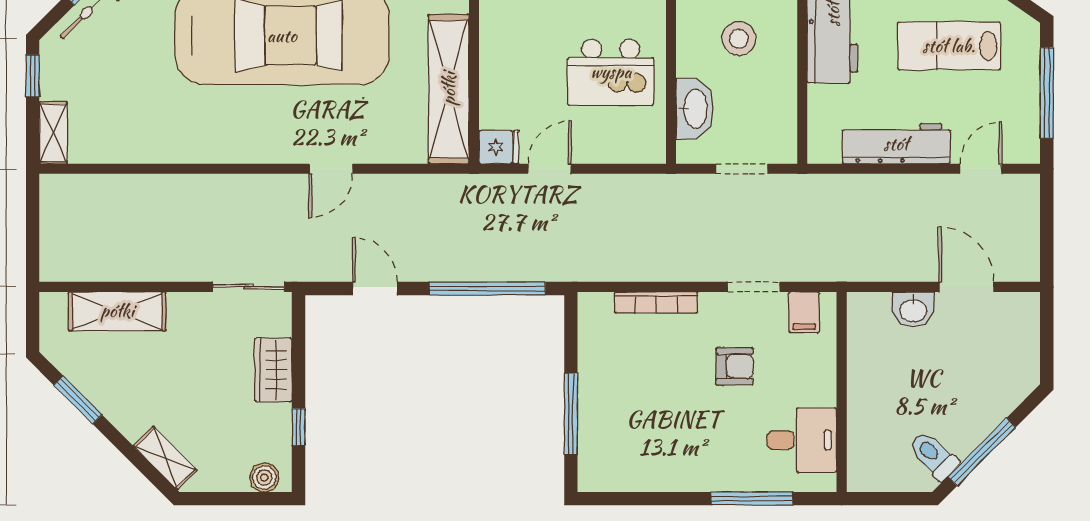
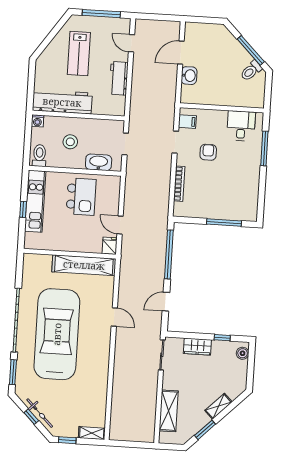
workbench: (896, 144) -> (119, 78), width x0.73
shelving: (165, 458) -> (218, 406), moved

